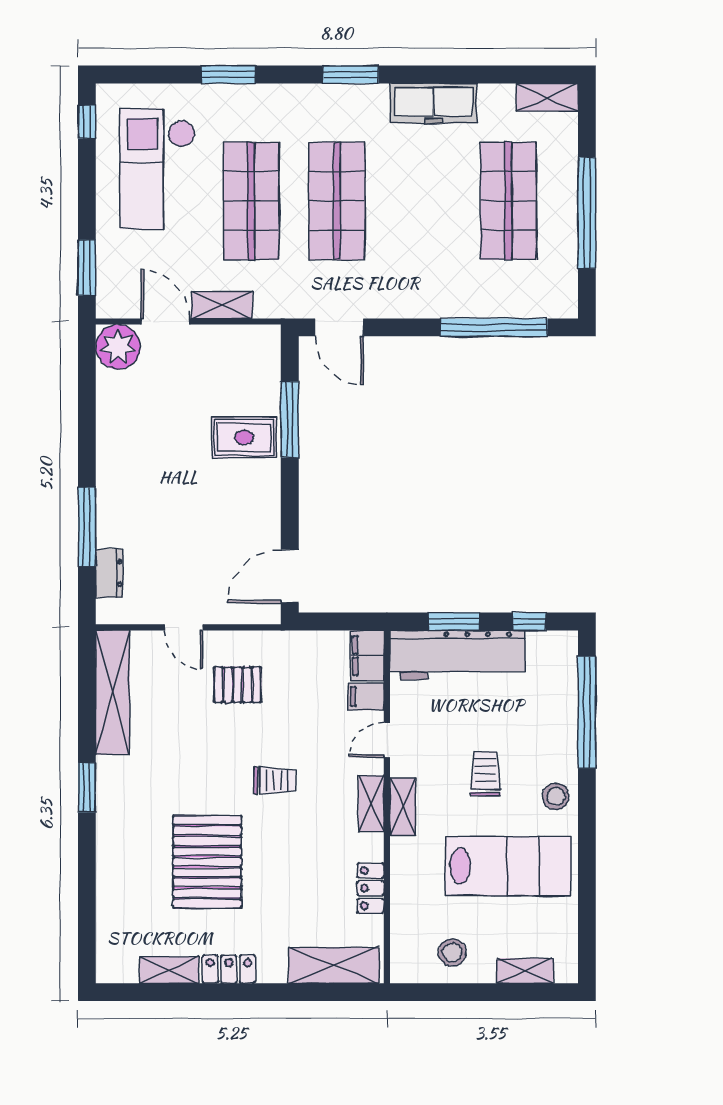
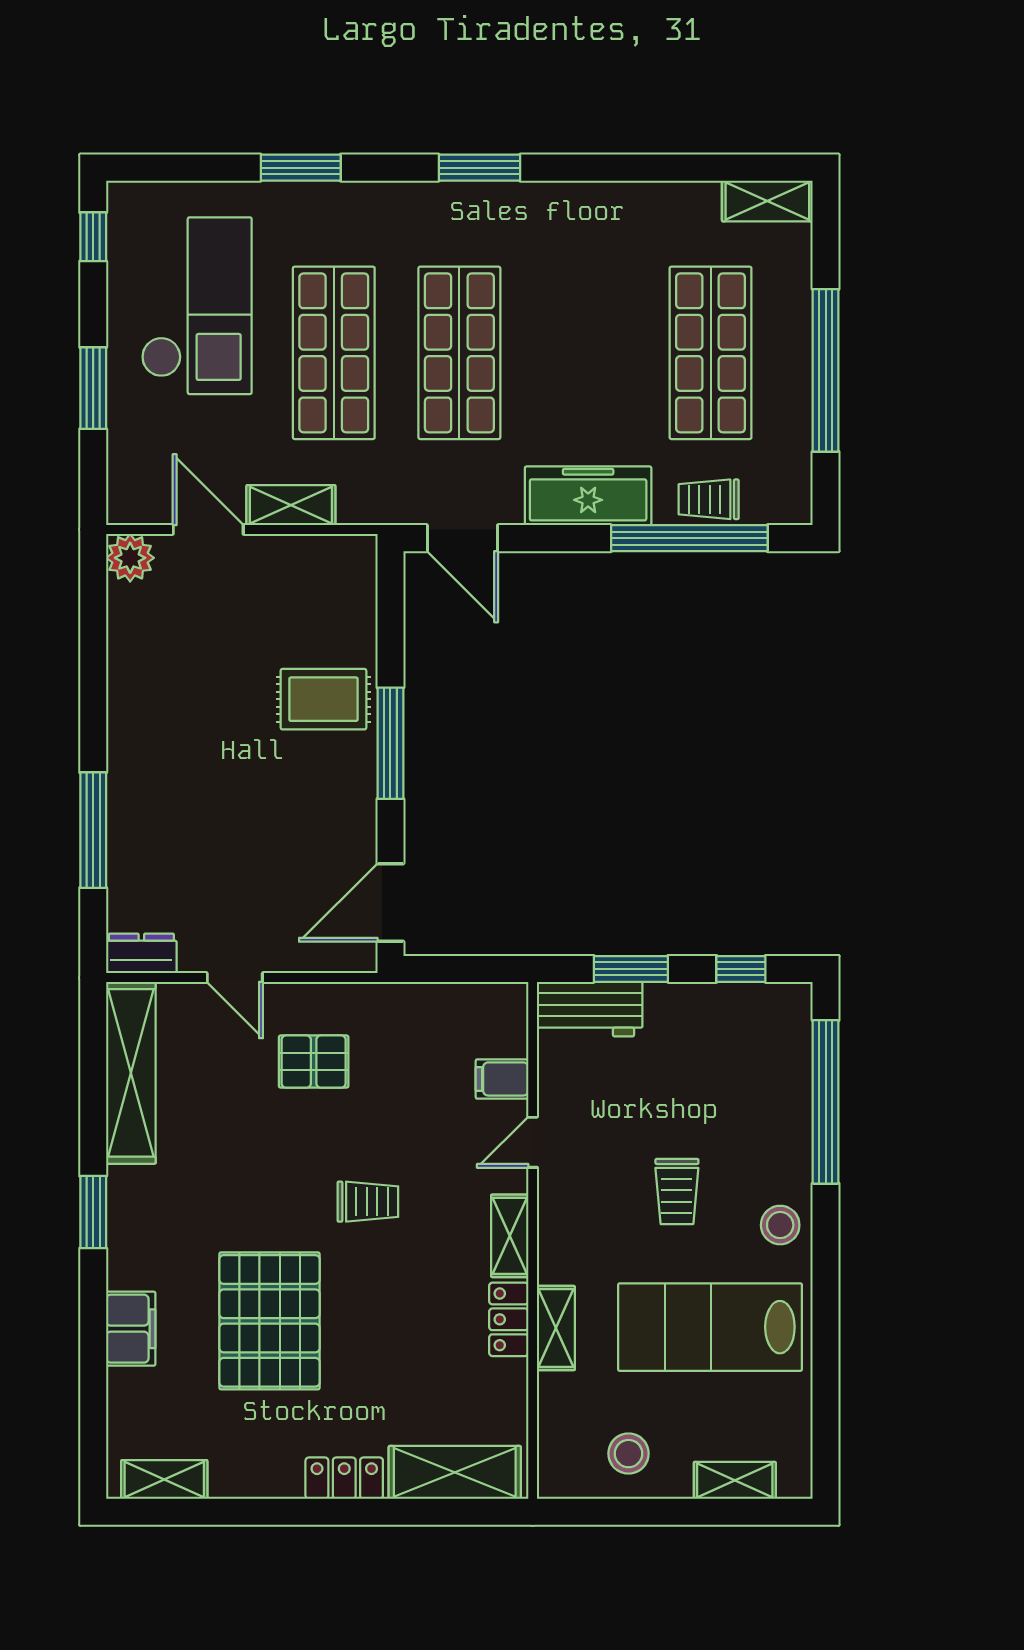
freezer: (434, 103) -> (588, 496), moved, turned 180
checkout: (157, 169) -> (197, 306), turned 180
window: (87, 268) -> (93, 388), moved
trolley: (507, 301) -> (709, 499), added
plant: (118, 347) -> (130, 558), width x0.73, depth x0.73
window: (290, 419) -> (390, 743), moved
dresser: (109, 573) -> (141, 953), moved, turned -90
workbench: (457, 655) -> (590, 1009), width x0.53, depth x0.76
filing cabinet: (367, 656) -> (131, 1329), moved, turned 180
trolley: (485, 773) -> (677, 1191), turned 180
shelving: (403, 807) -> (556, 1328), moved
lab bench: (508, 866) -> (710, 1327), turned 180
locker: (371, 888) -> (509, 1319), moved
locker: (229, 969) -> (344, 1478), moved
shelving: (169, 970) -> (164, 1479), moved

